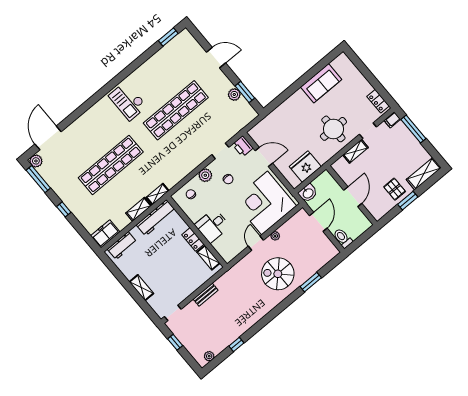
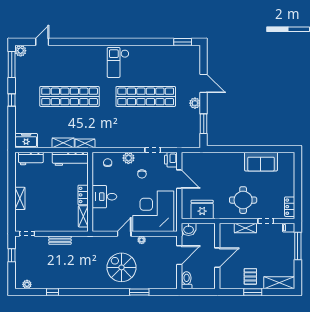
plant: (234, 94) -> (195, 103), moved
door: (48, 138) -> (42, 42), width x0.53

